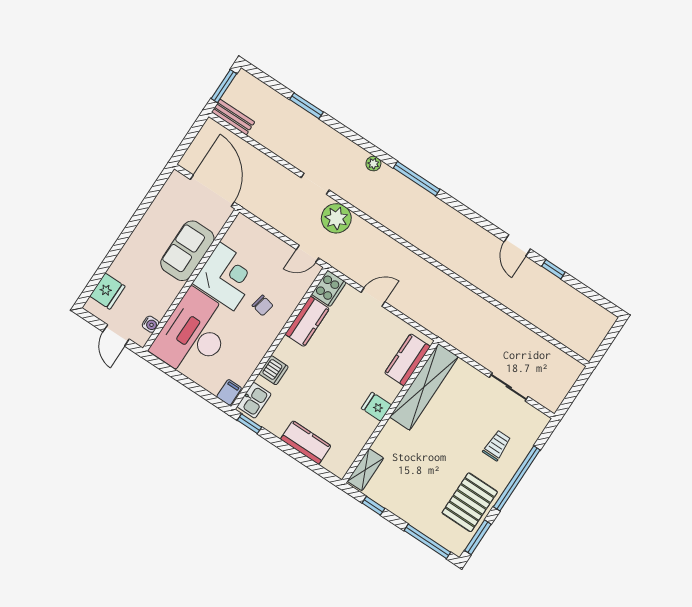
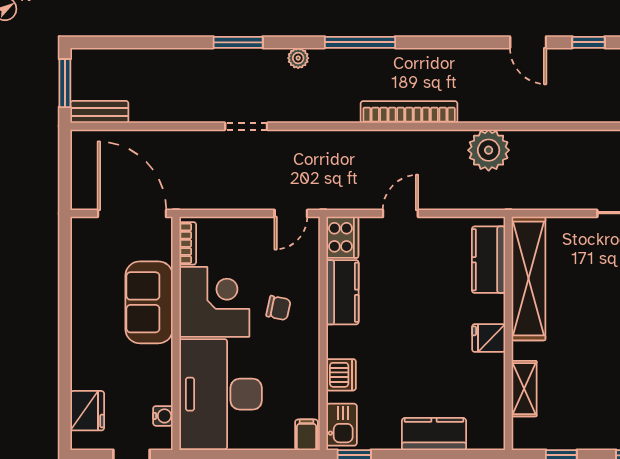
window: (306, 106) -> (238, 42), moved
plant: (336, 218) -> (489, 150), moved
bookcase: (234, 231) -> (188, 243), added
bookcase: (418, 240) -> (409, 112), added
shelving: (365, 470) -> (524, 389), moved

